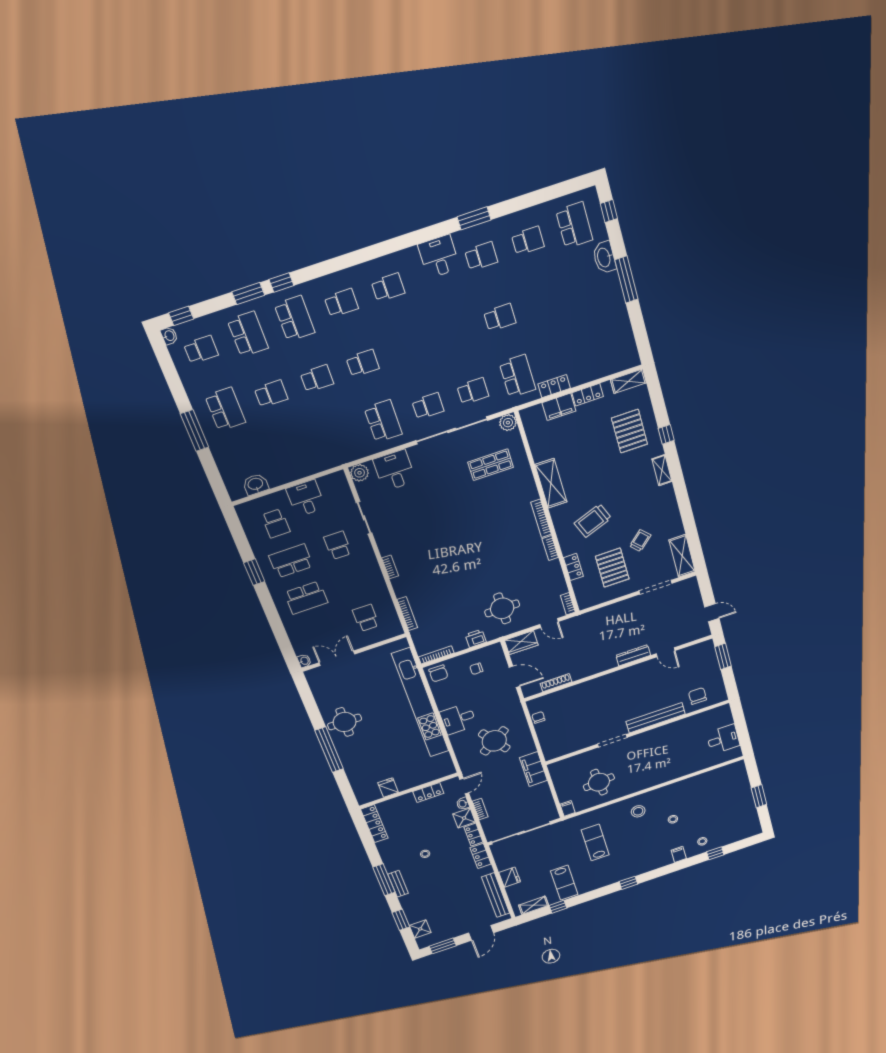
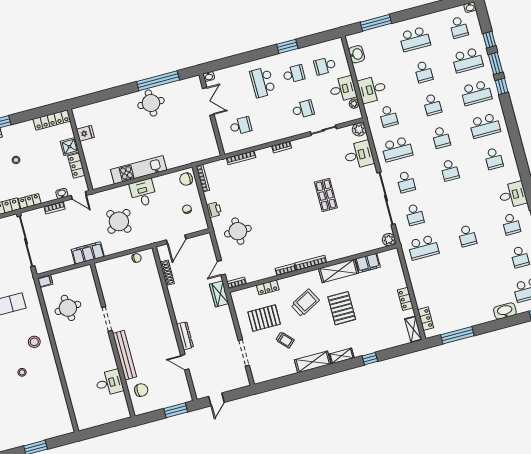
window: (626, 280) -> (457, 335), moved
school desk: (341, 303) -> (485, 126), width x1.85
window: (181, 316) -> (489, 40), moved
school desk: (408, 348) -> (450, 170), added
locker: (554, 386) -> (426, 319), moved
filing cabinet: (559, 407) -> (368, 263), moved, turned -90
window: (195, 430) -> (376, 23), moved
pallet: (629, 431) -> (342, 308), moved, turned 90
school desk: (338, 436) -> (388, 116), added
desk: (302, 460) -> (372, 89), added
shop shelf: (491, 465) -> (326, 195), moved
plant: (324, 482) -> (354, 104), added
trolley: (593, 521) -> (305, 303), turned 83
shelving: (682, 556) -> (313, 362), moved
school desk: (291, 561) -> (294, 74), width x0.54
wardrobe: (521, 643) -> (219, 294), moved
door: (666, 652) -> (185, 362), hinge flipped
kitchen unit: (421, 703) -> (139, 170), width x0.54
desk: (723, 739) -> (109, 383), moved, turned -90
window: (329, 750) -> (158, 81), moved
shower: (464, 818) -> (70, 147), moved

